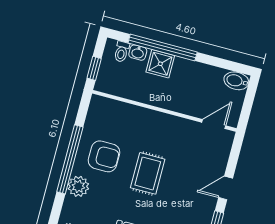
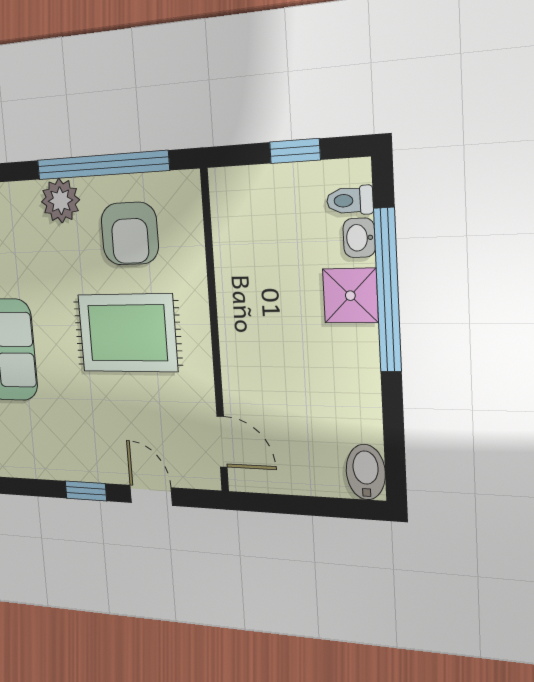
wall: (164, 111) -> (215, 333), moved
door: (214, 124) -> (222, 442), moved
rug: (148, 173) -> (127, 333), width x1.36, depth x1.43

